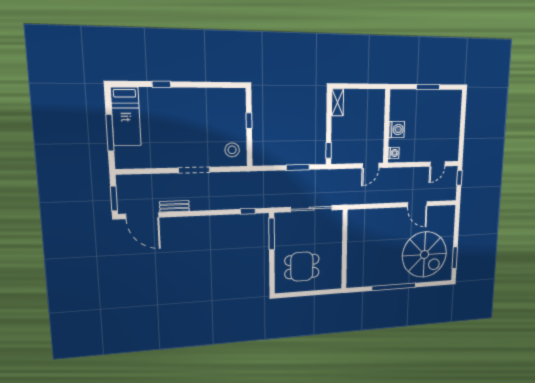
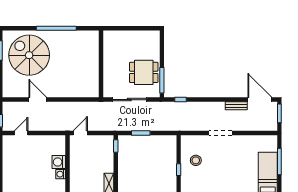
stool: (232, 150) -> (196, 160), moved
washing machine: (394, 153) -> (61, 174), moved
dining table: (302, 267) -> (144, 72), moved

